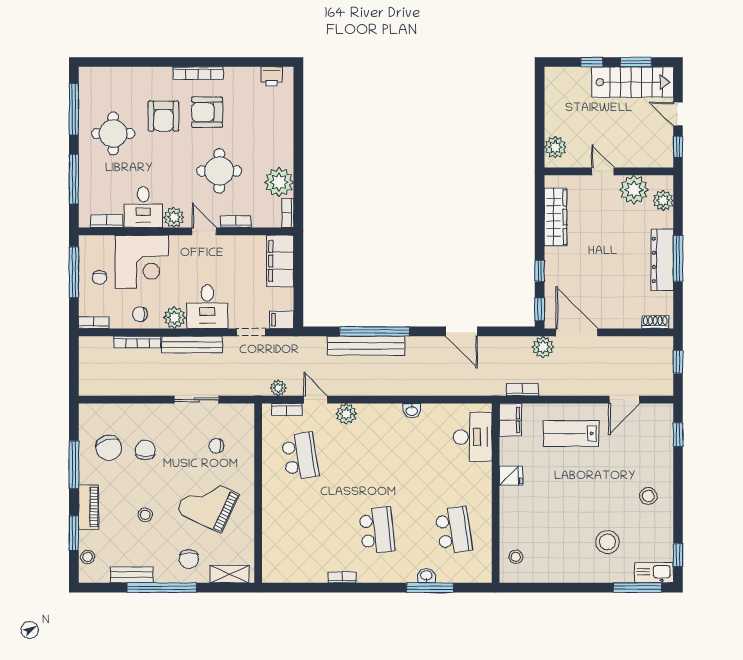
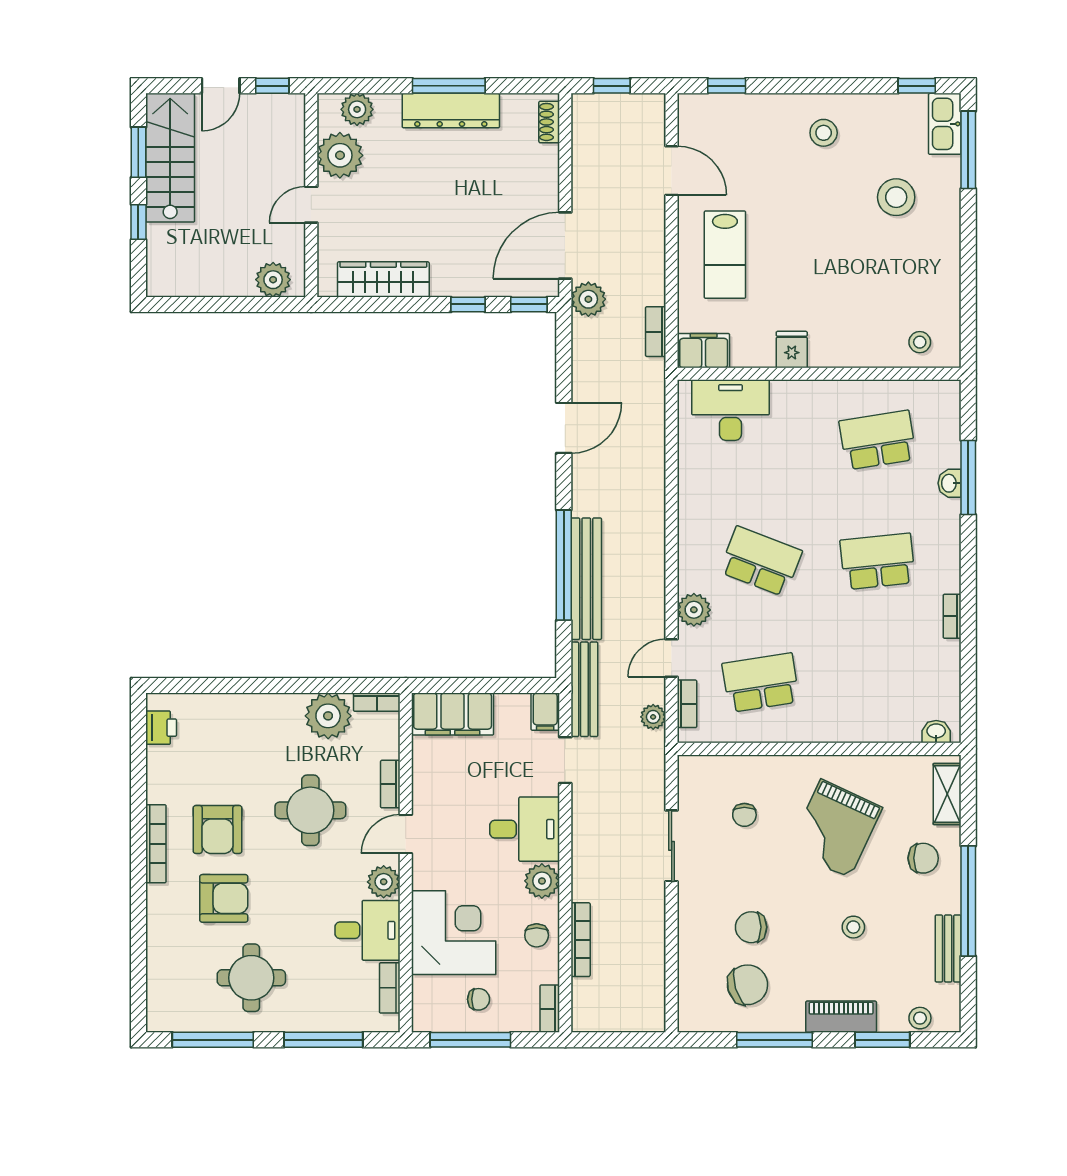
bench: (192, 344) -> (584, 689), moved
washbasin: (412, 411) -> (936, 732), moved, turned -90
school desk: (377, 456) -> (761, 561), added

